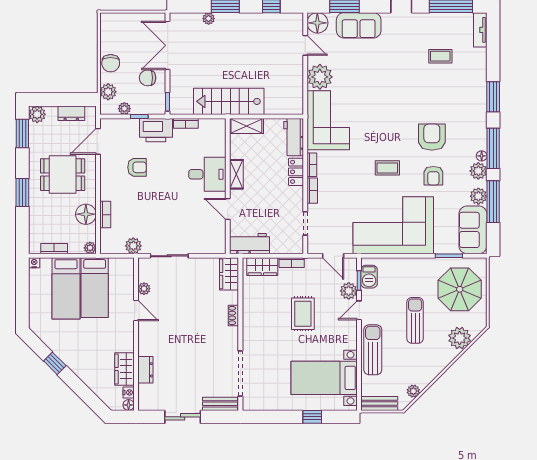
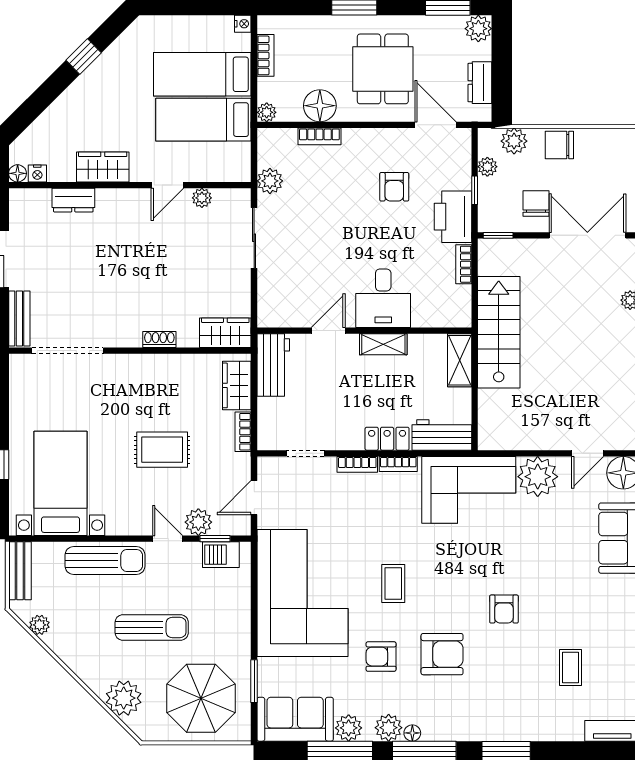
armchair: (403, 98) -> (504, 609), added
wardrobe: (125, 369) -> (103, 167), moved

